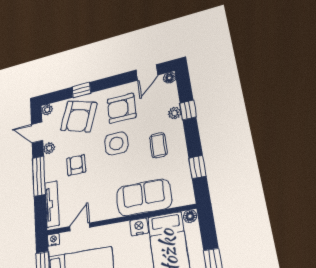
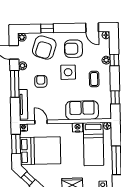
door: (147, 73) -> (92, 27), hinge flipped
door: (80, 227) -> (41, 122), hinge flipped

